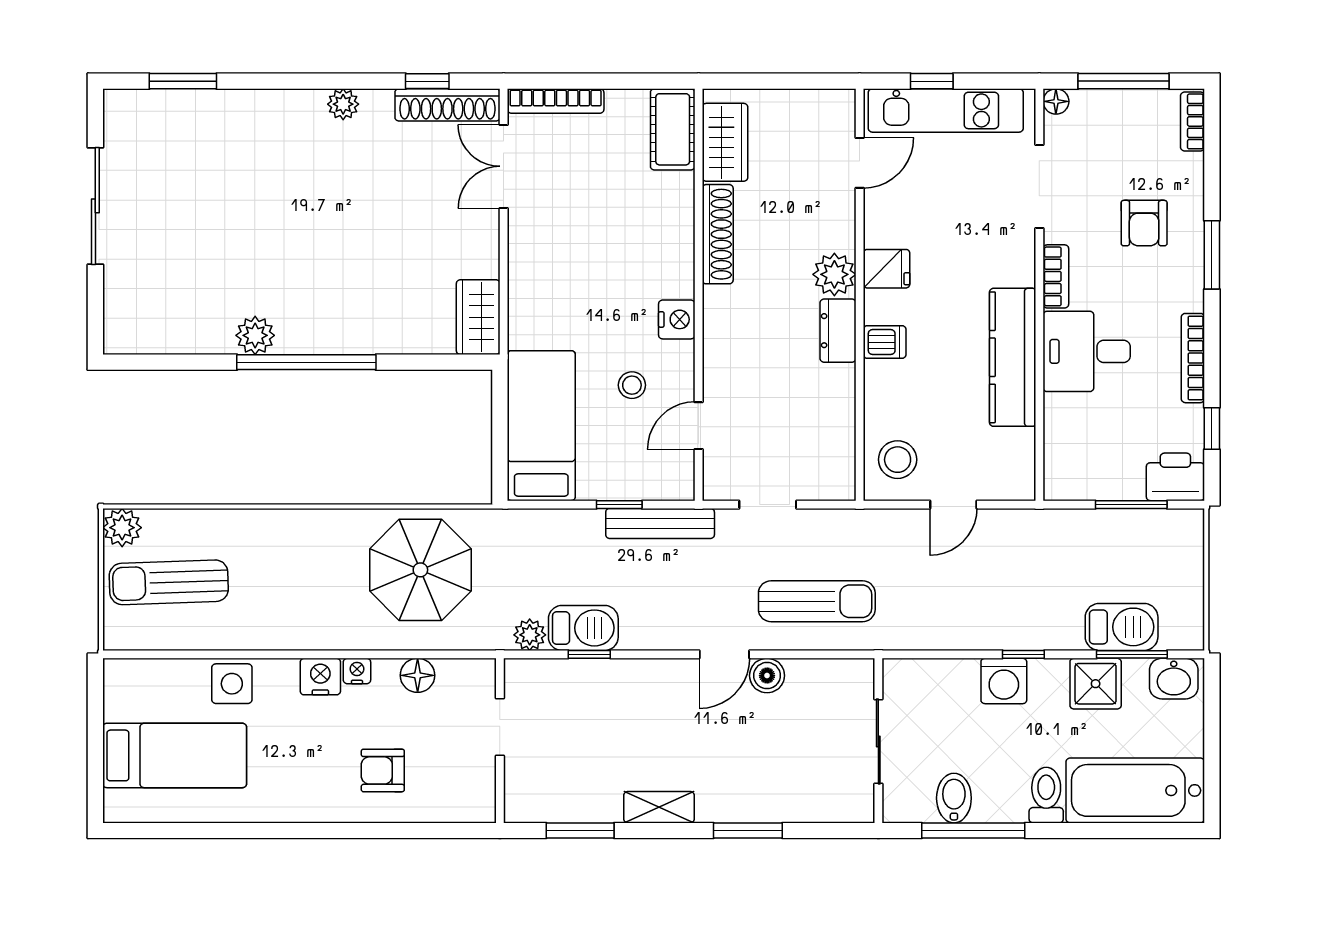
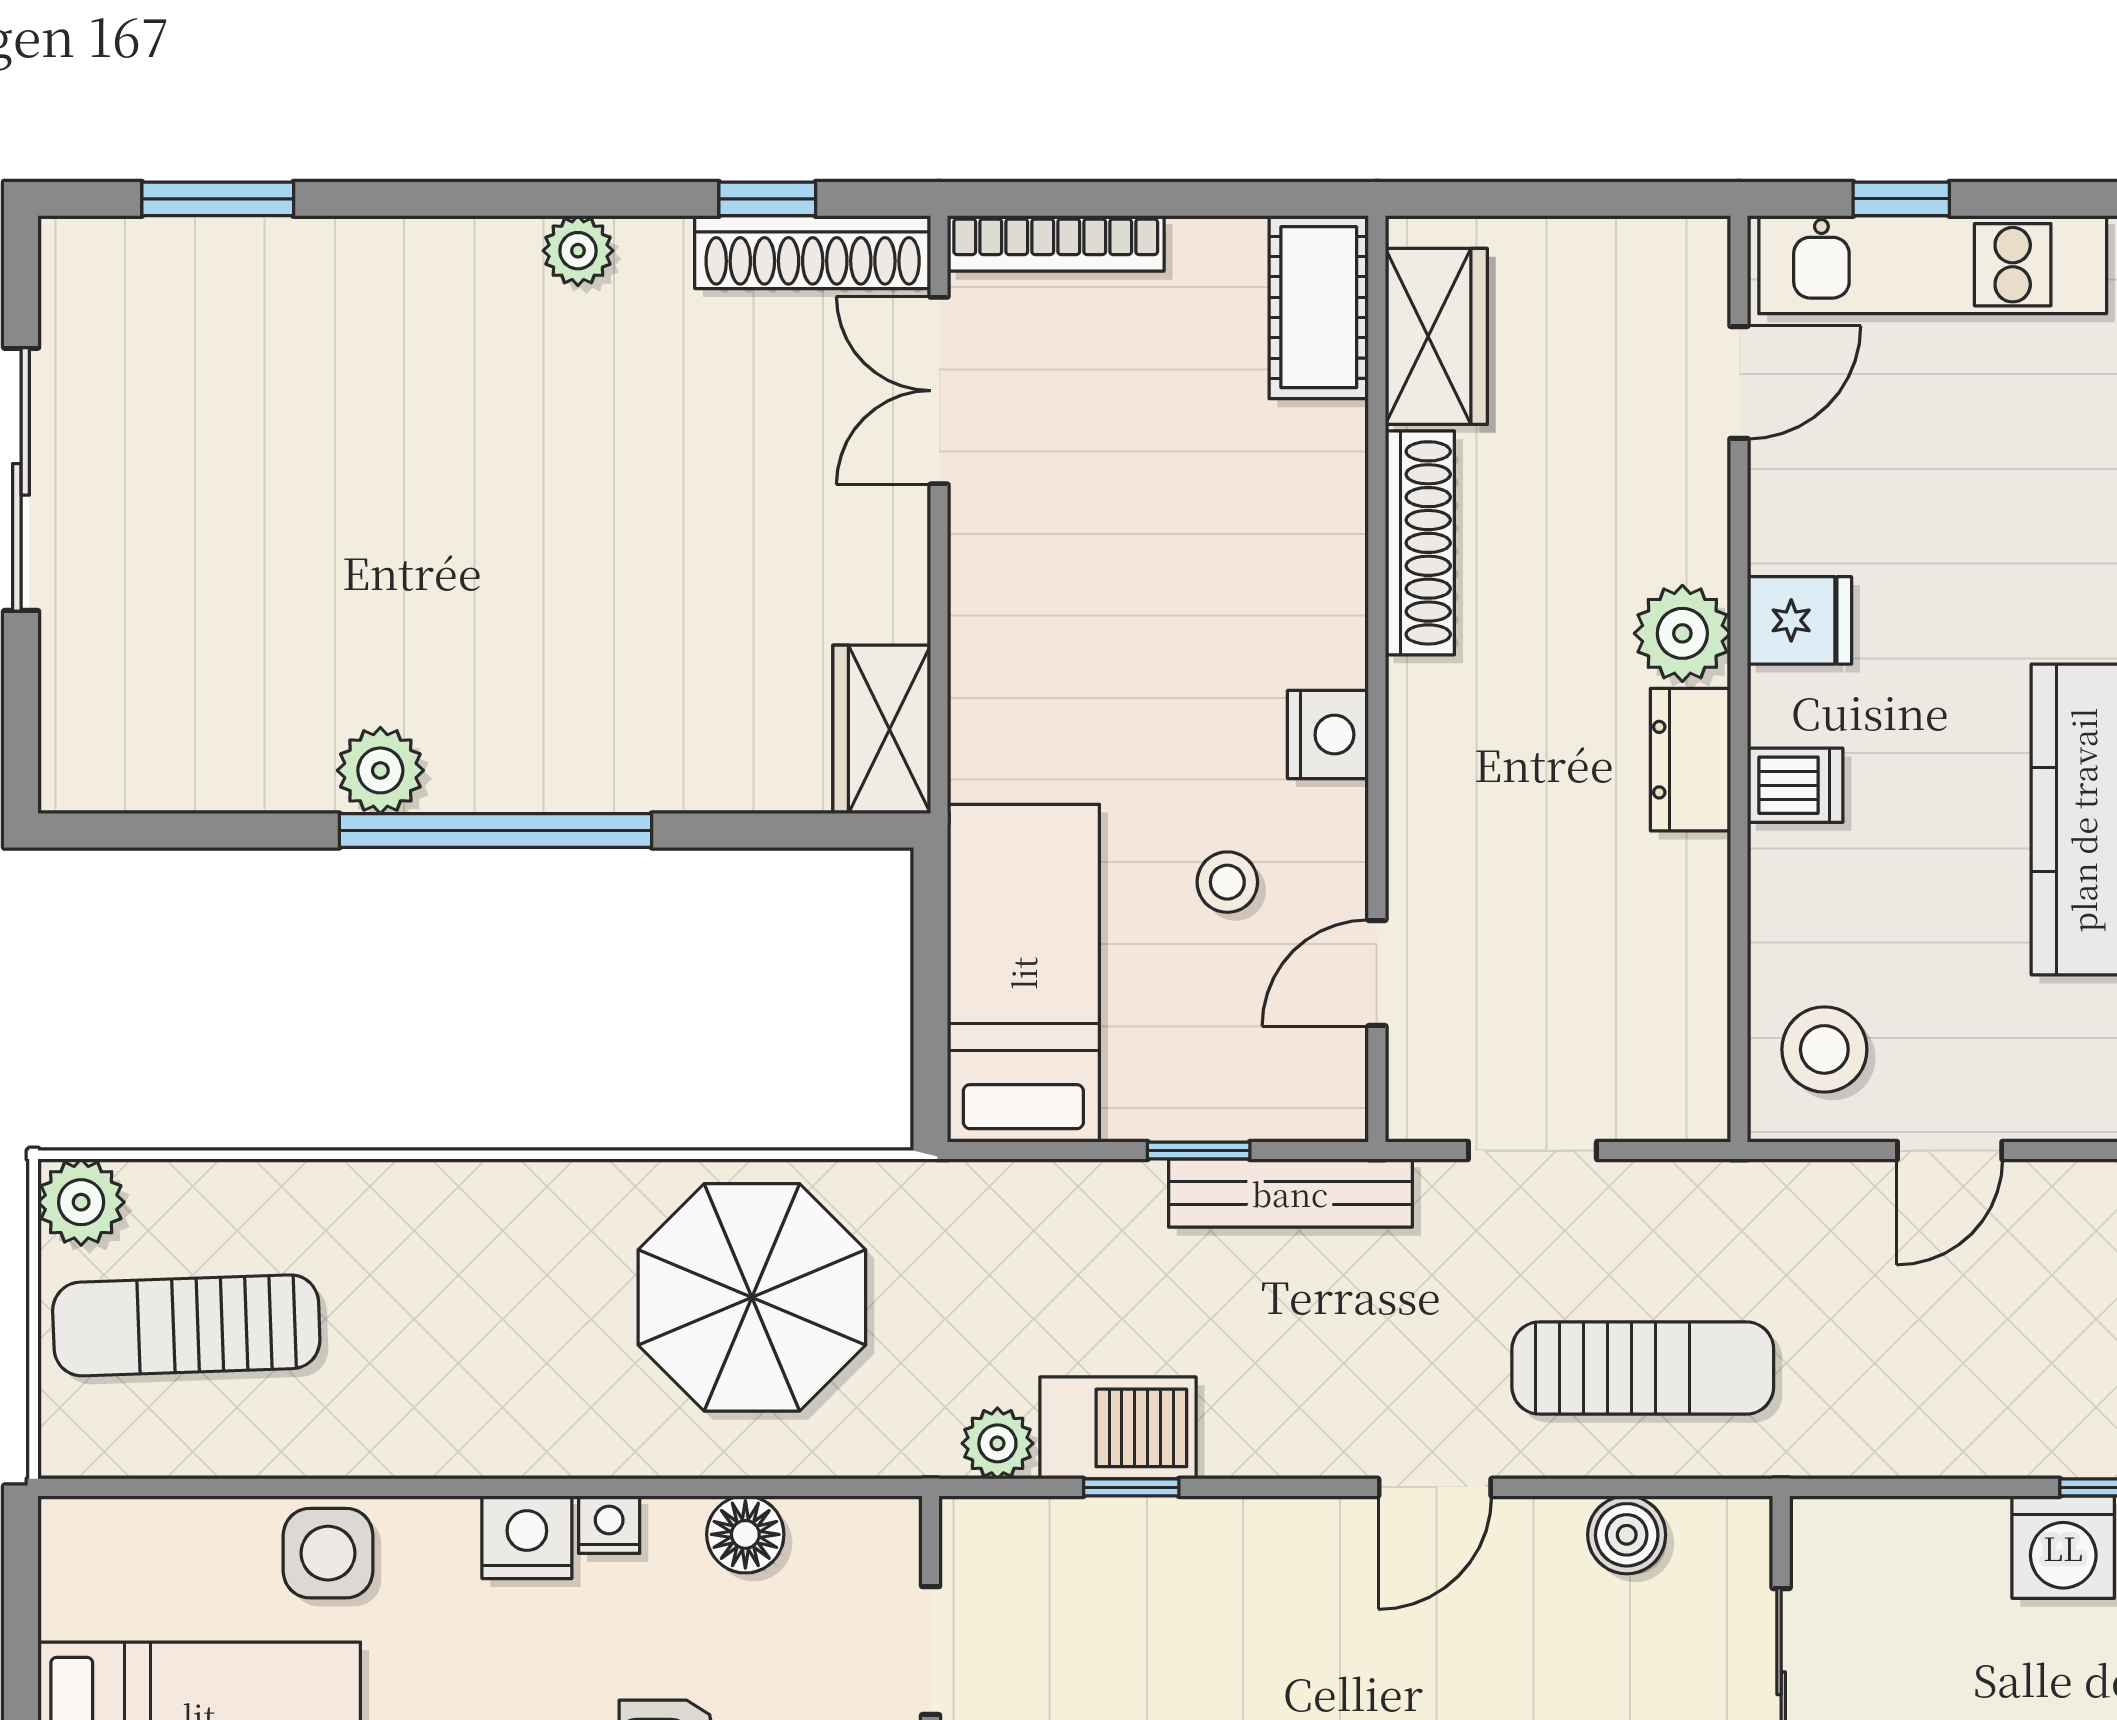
boiler: (767, 676) -> (1627, 1535), moved

